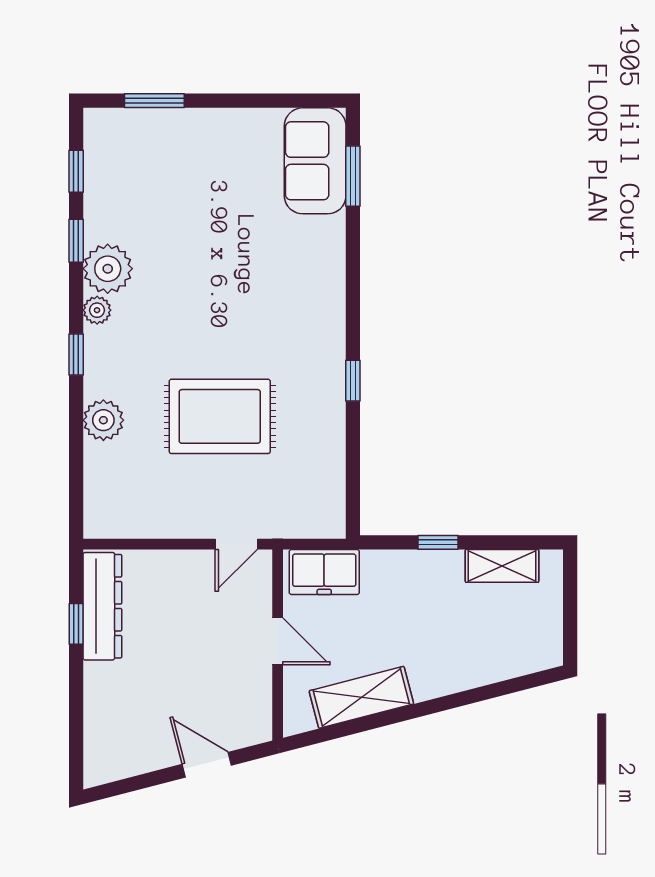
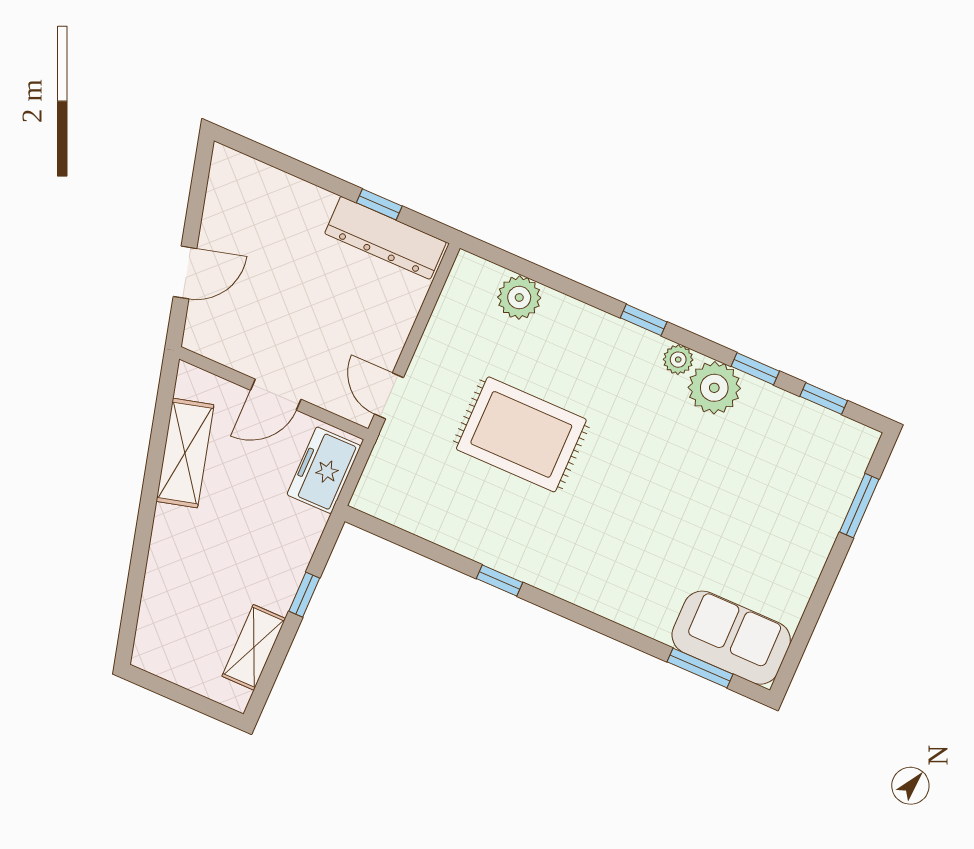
rug: (220, 416) -> (521, 434), turned 90
plant: (103, 420) -> (519, 298), moved

